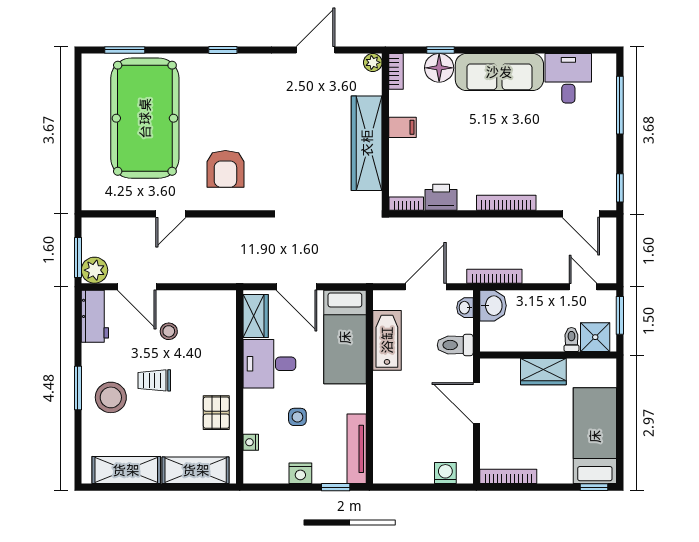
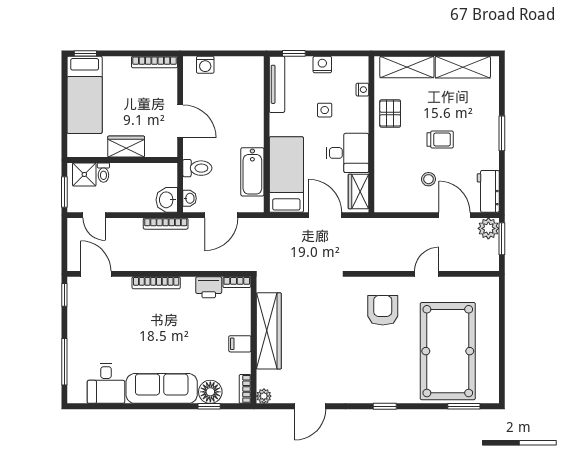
stool: (111, 397) -> (475, 126), removed

